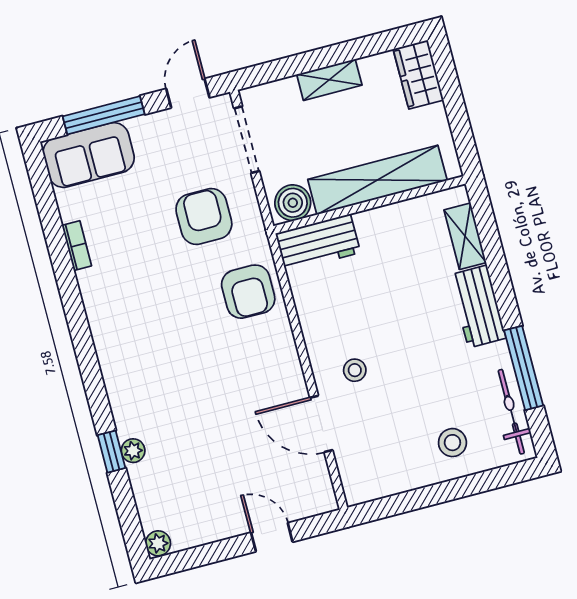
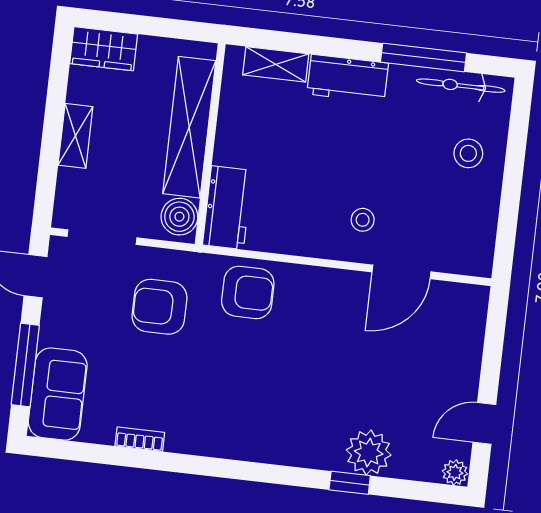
plant: (133, 451) -> (369, 453), width x1.88, depth x1.88
door: (272, 537) -> (484, 423), moved

